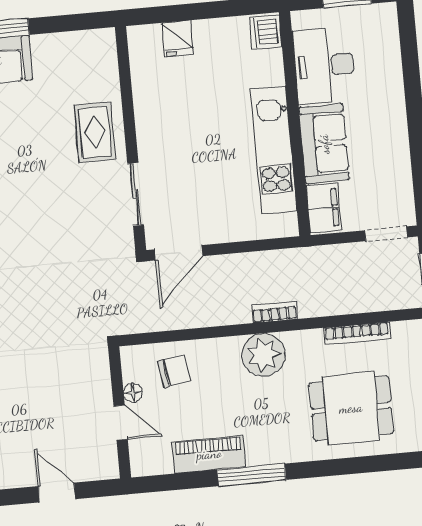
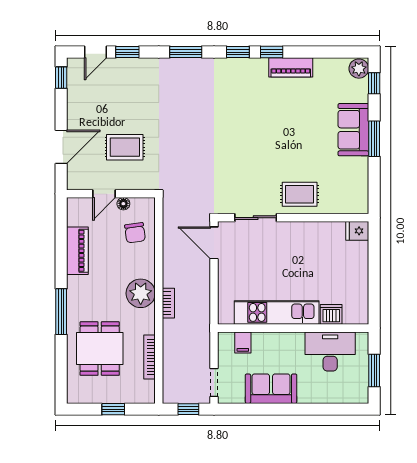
dishwasher: (266, 32) -> (331, 314), moved
fridge: (177, 38) -> (357, 231), moved
sofa: (324, 144) -> (271, 389), moved, turned 180
filing cabinet: (324, 208) -> (243, 342), width x0.50
rug: (49, 398) -> (125, 147), added
window: (252, 475) -> (61, 312), moved
door: (57, 493) -> (61, 147), width x1.38

